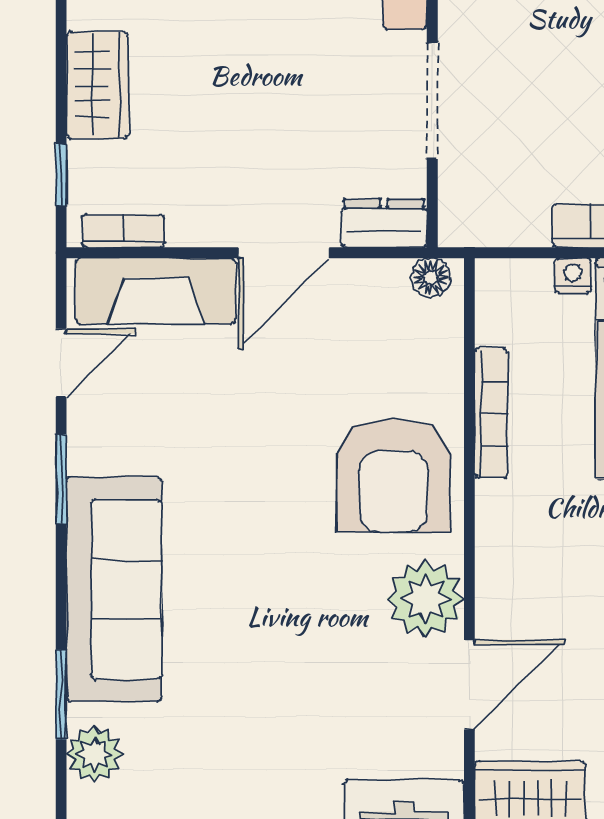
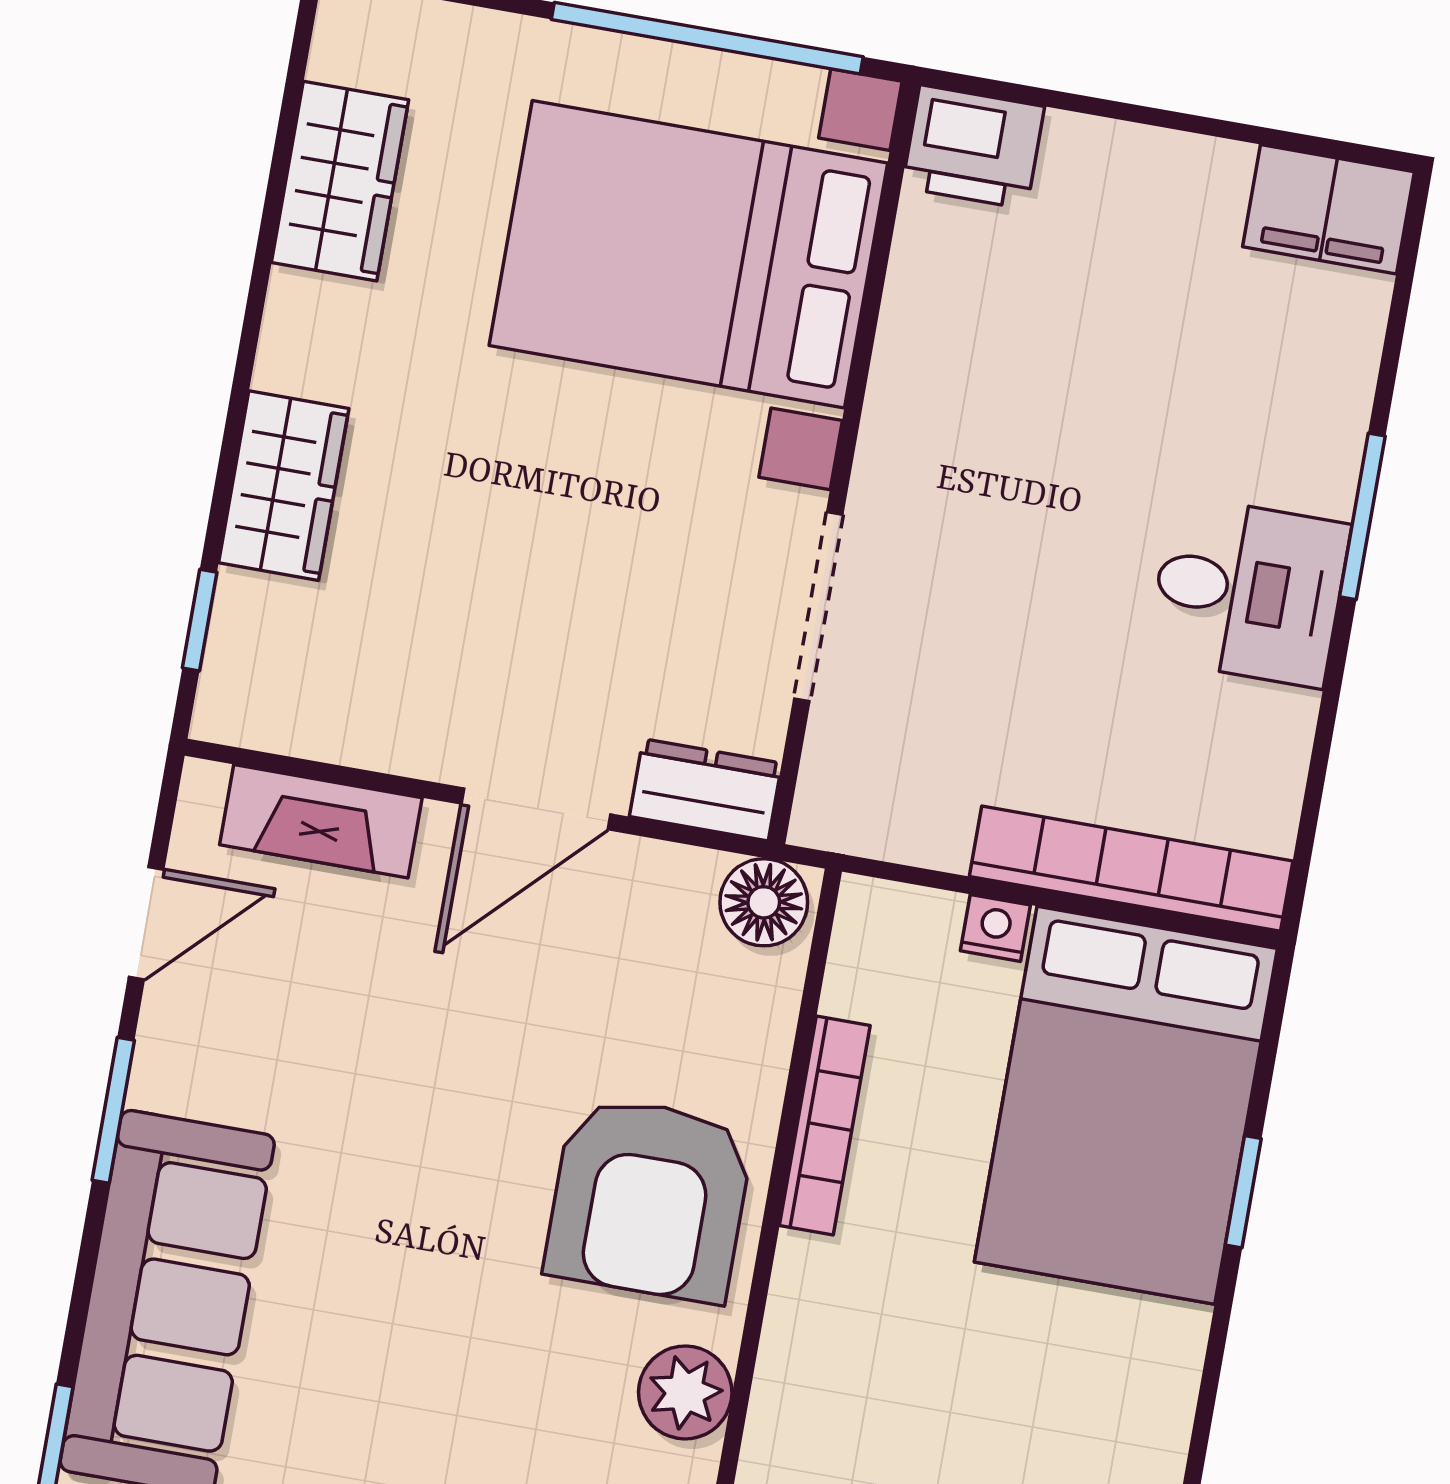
bookcase: (123, 231) -> (284, 728), removed
floor lamp: (431, 278) -> (764, 902), width x1.37, depth x1.37
fireplace: (156, 291) -> (321, 821), width x0.73, depth x0.76
plant: (425, 599) -> (685, 1392), width x0.73, depth x0.73

